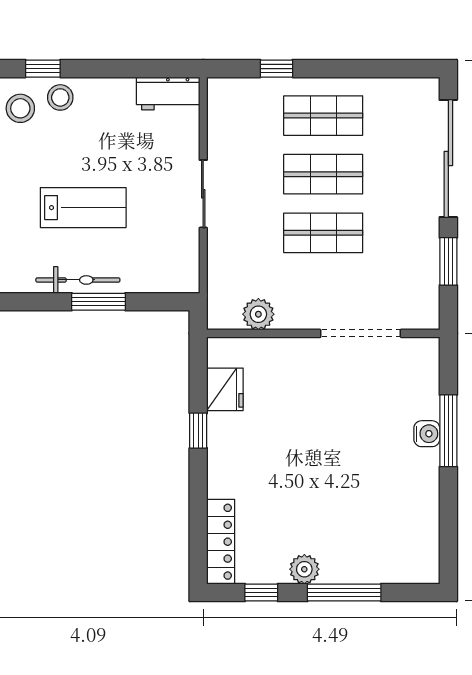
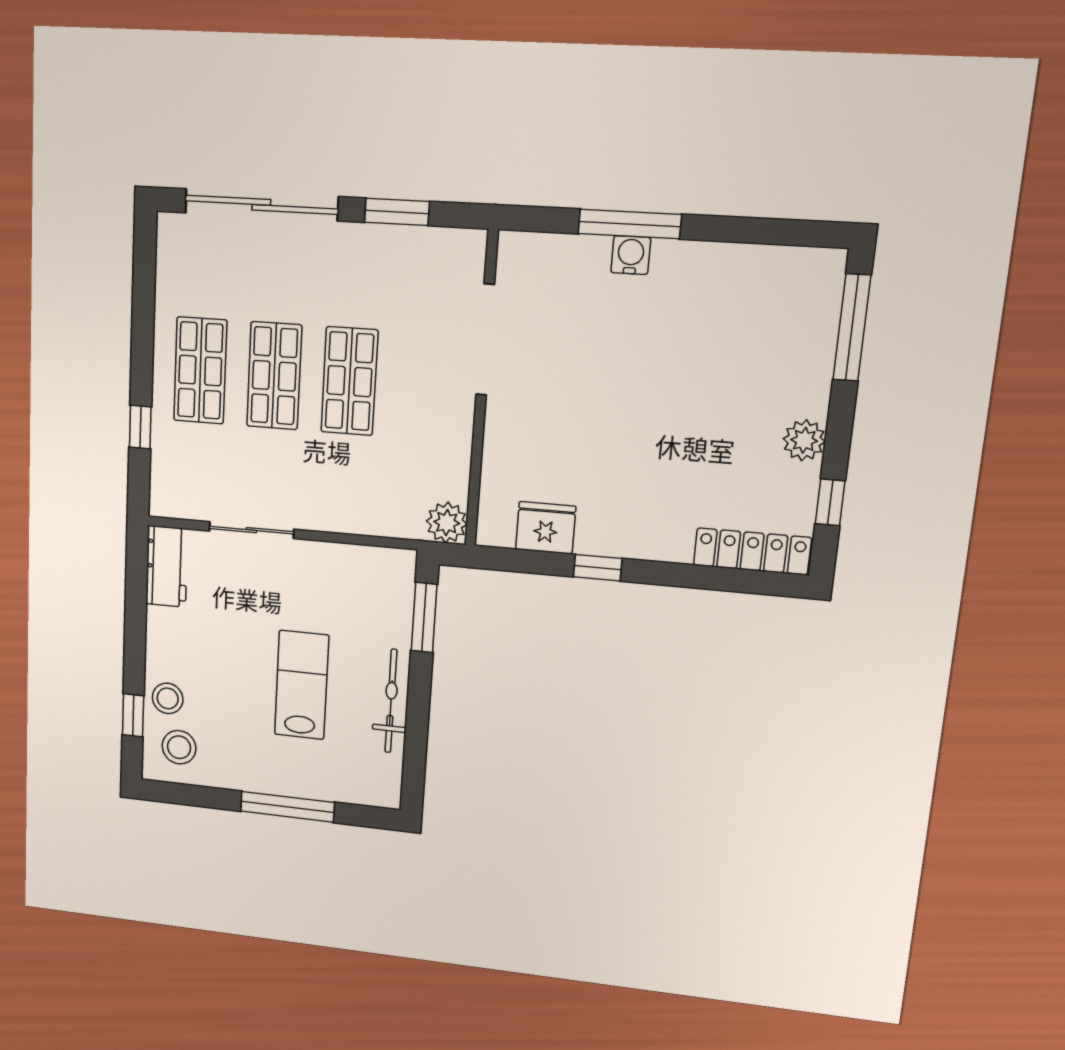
sliding door: (203, 194) -> (251, 530), moved
window: (99, 302) -> (424, 618), moved
plant: (258, 314) -> (447, 523), moved
window: (344, 593) -> (852, 328), moved

